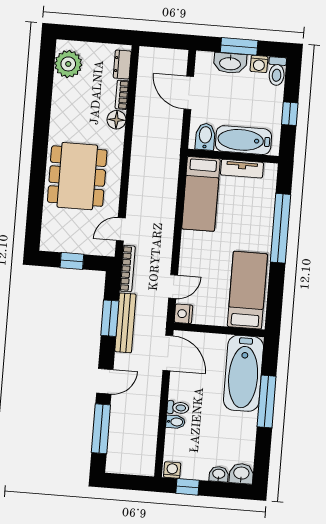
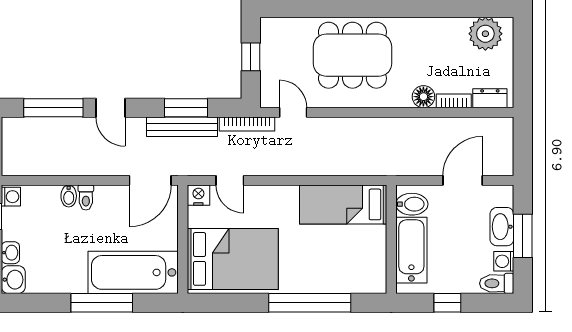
tv unit: (242, 169) -> (377, 251), removed
bed: (247, 290) -> (233, 259), width x1.50

